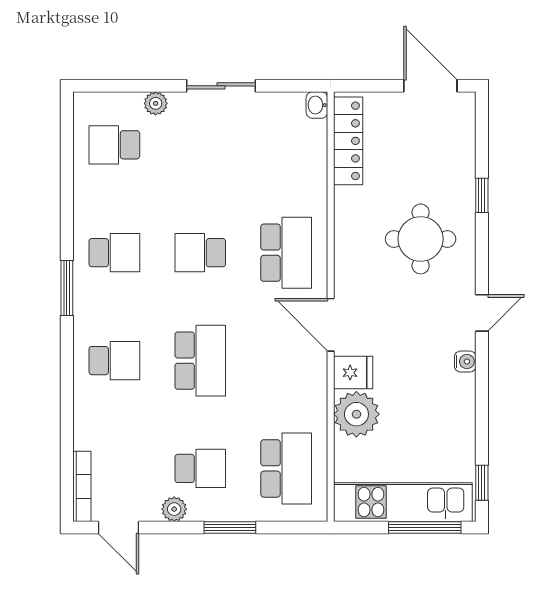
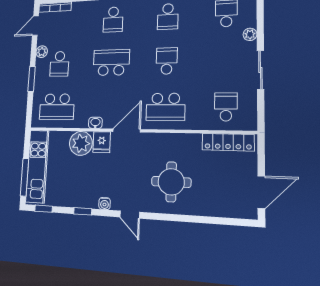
washbasin: (317, 105) -> (95, 123), moved
school desk: (286, 145) -> (226, 107), added
window: (482, 195) -> (83, 211), moved
school desk: (200, 361) -> (111, 62), turned 180

